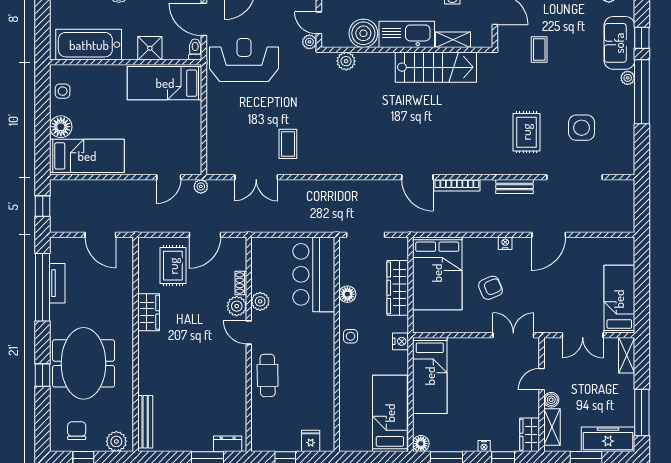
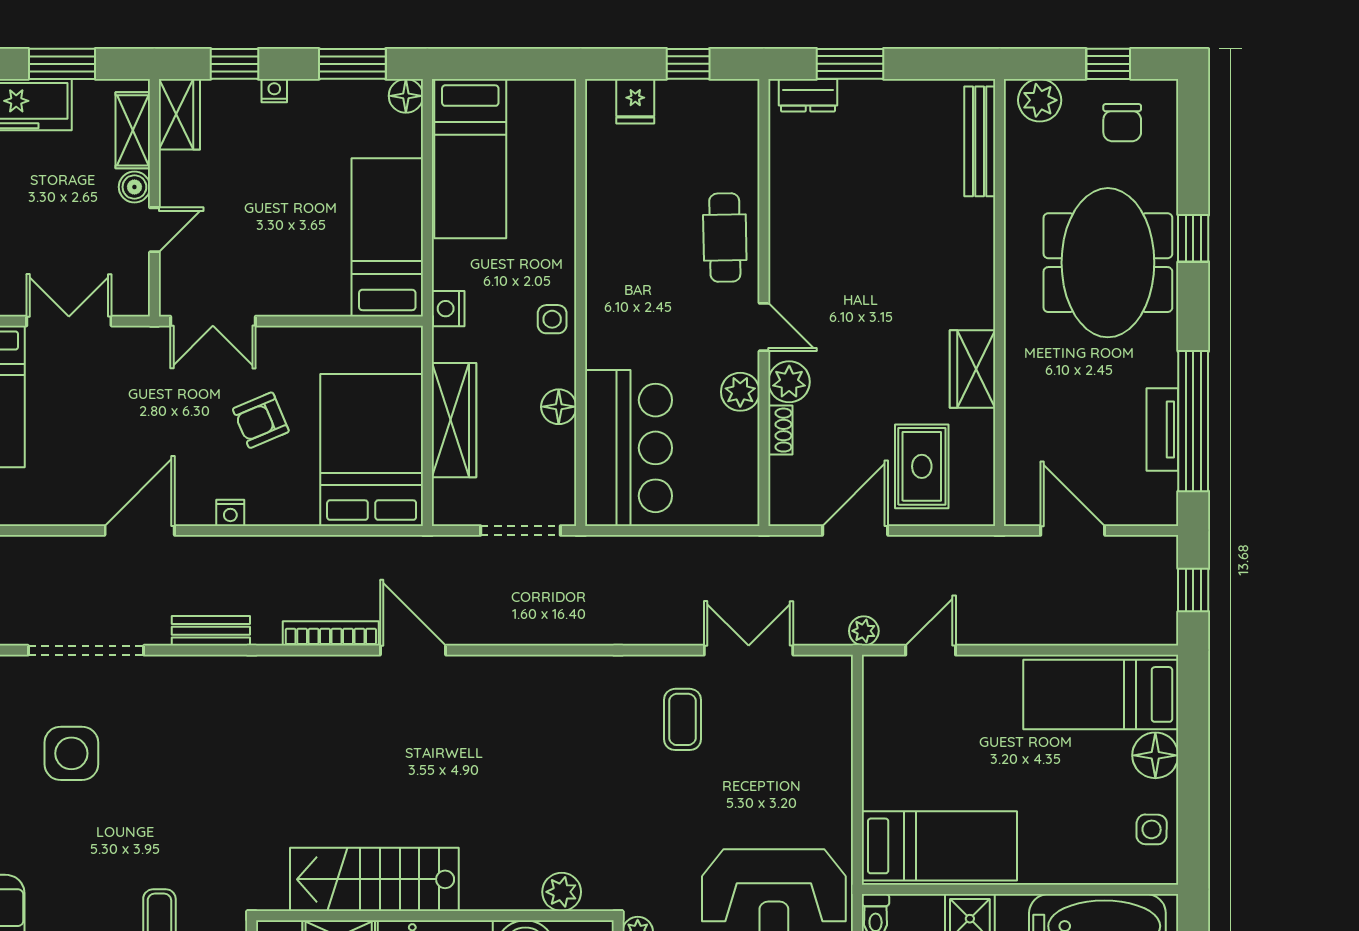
rug: (526, 132) -> (186, 744), removed

